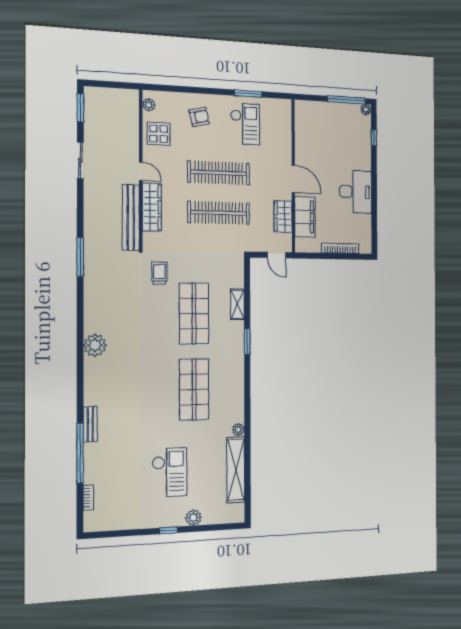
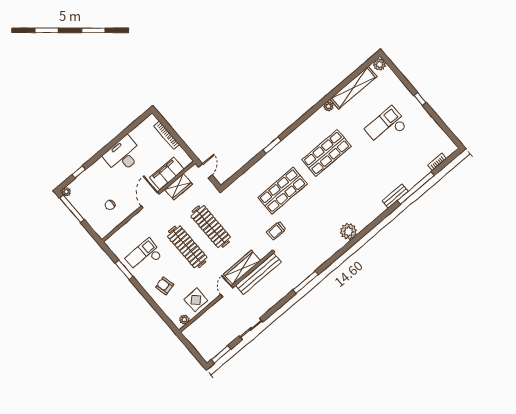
chair: (320, 138) -> (110, 205), added
shelving: (237, 304) -> (255, 170), removed
plant: (193, 518) -> (379, 64), moved

